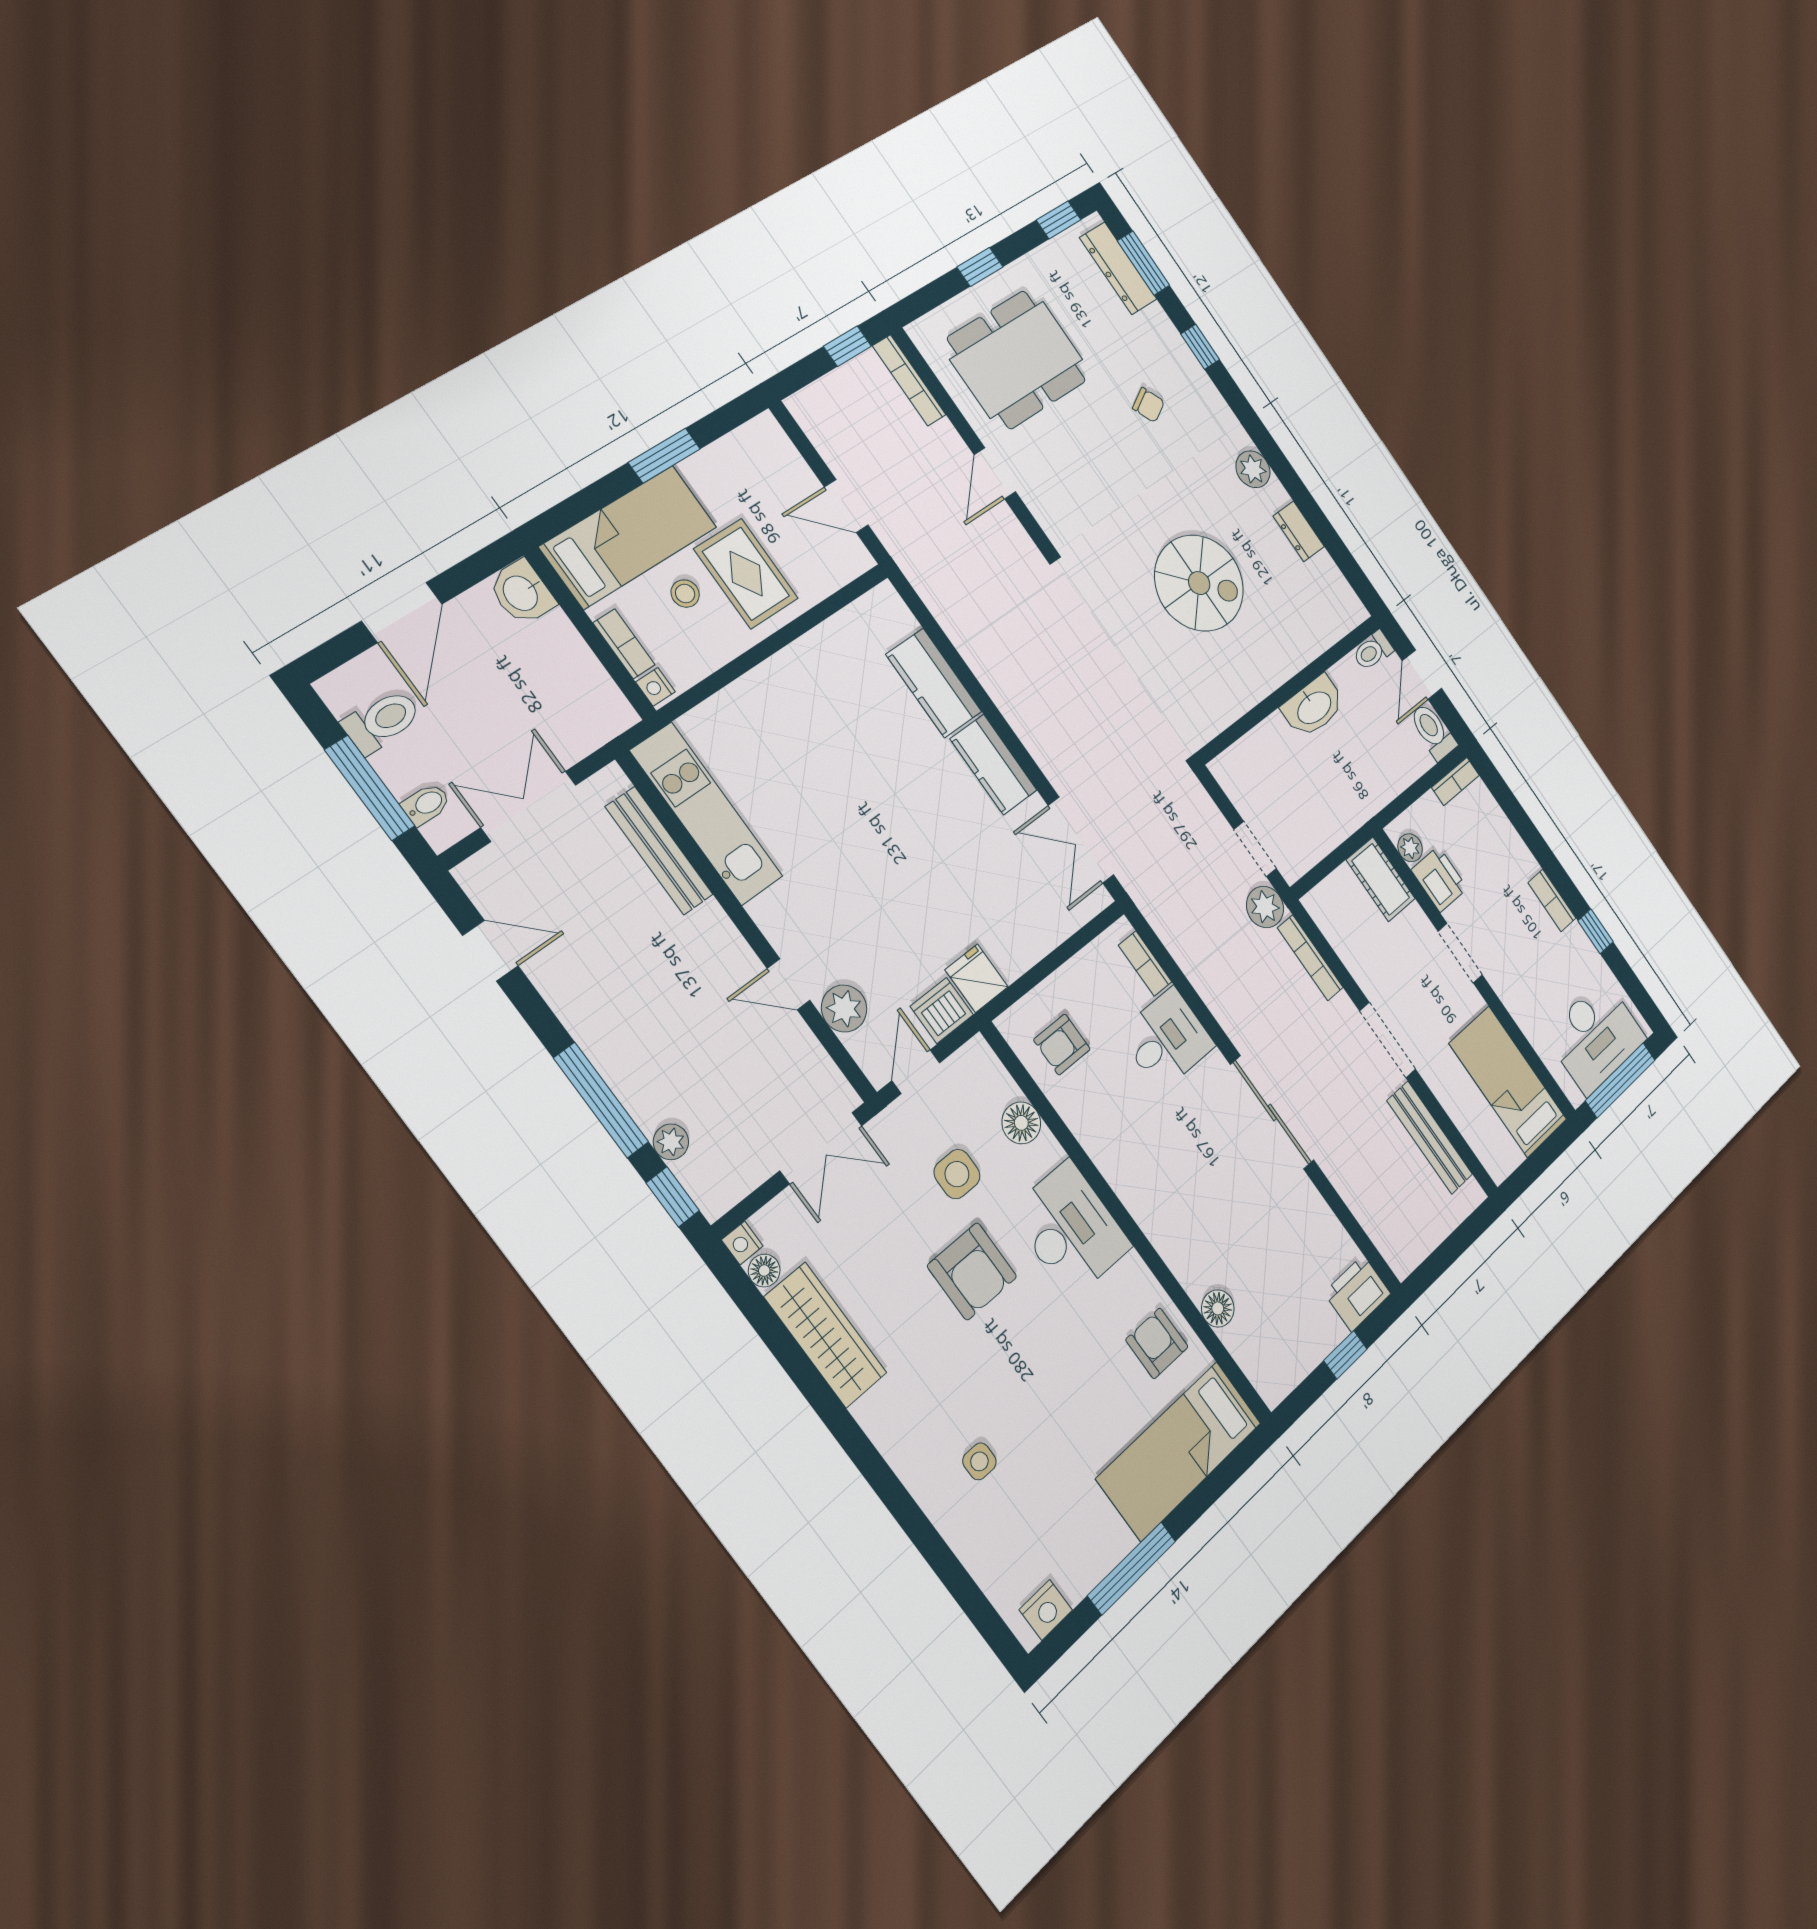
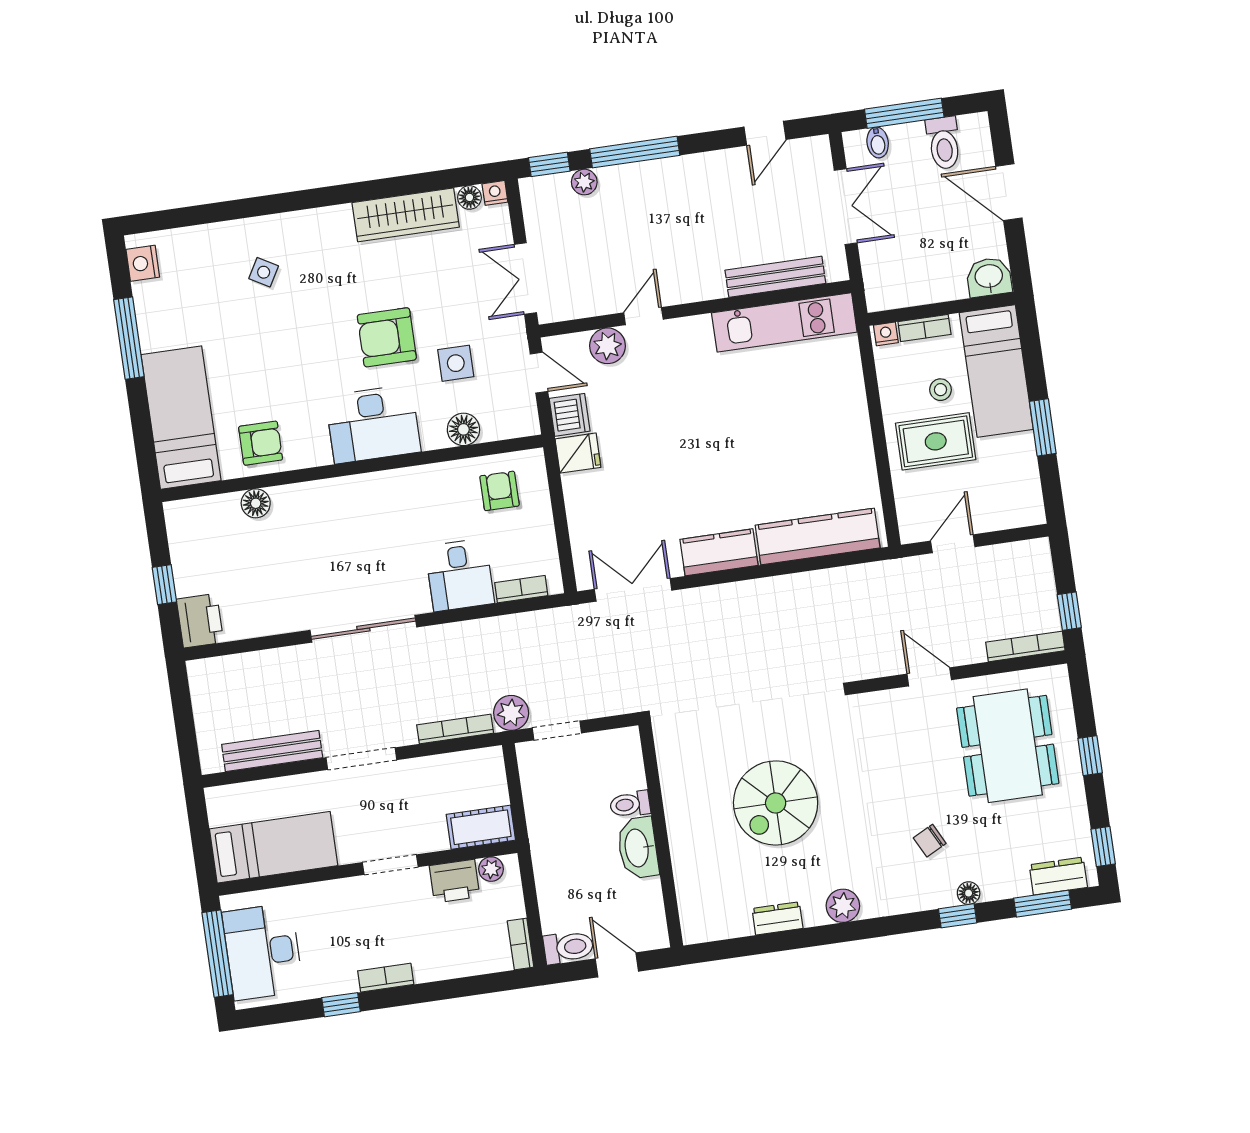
dresser: (1118, 268) -> (1058, 876), width x0.70
floor lamp: (1174, 344) -> (969, 893), added
toilet: (1373, 651) -> (630, 804), moved, turned -90
kitchen counter: (934, 683) -> (818, 536), width x1.50
side table: (979, 1461) -> (264, 272), turned 30

